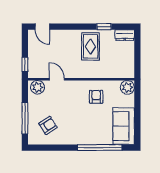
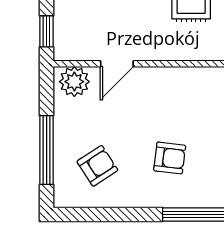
door: (57, 79) -> (117, 64), swing flipped
armchair: (96, 97) -> (170, 158), moved, turned 97

